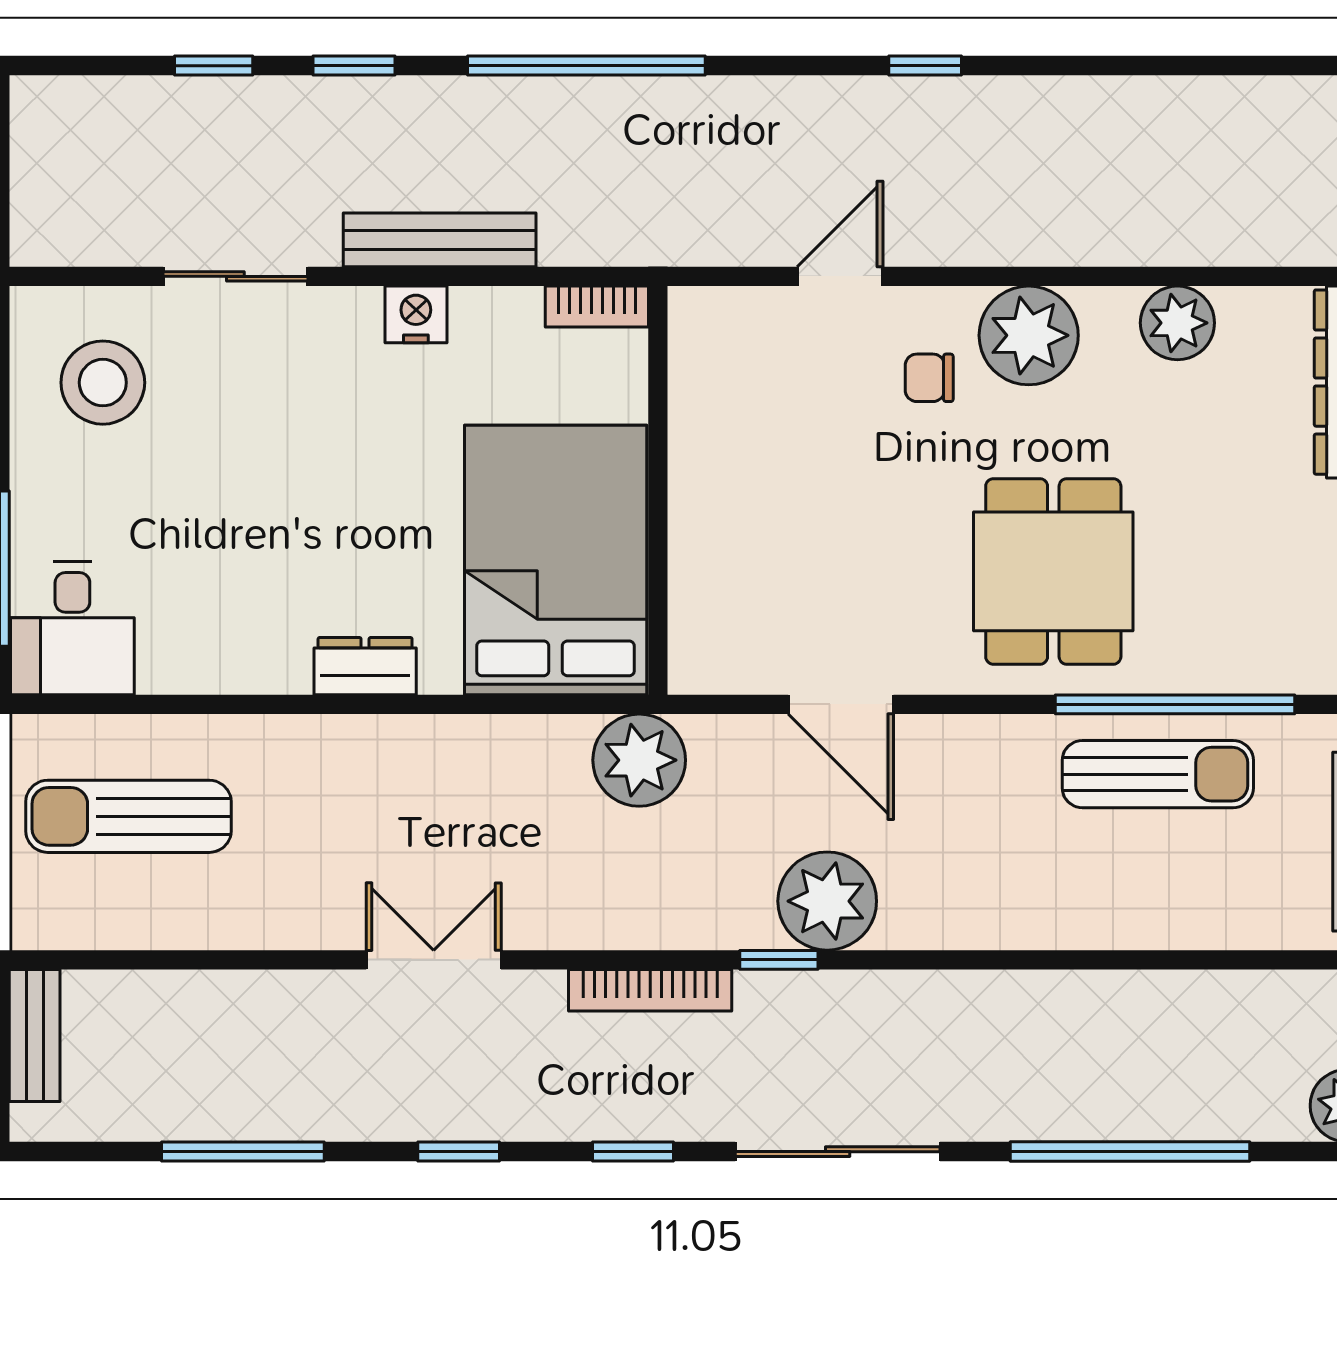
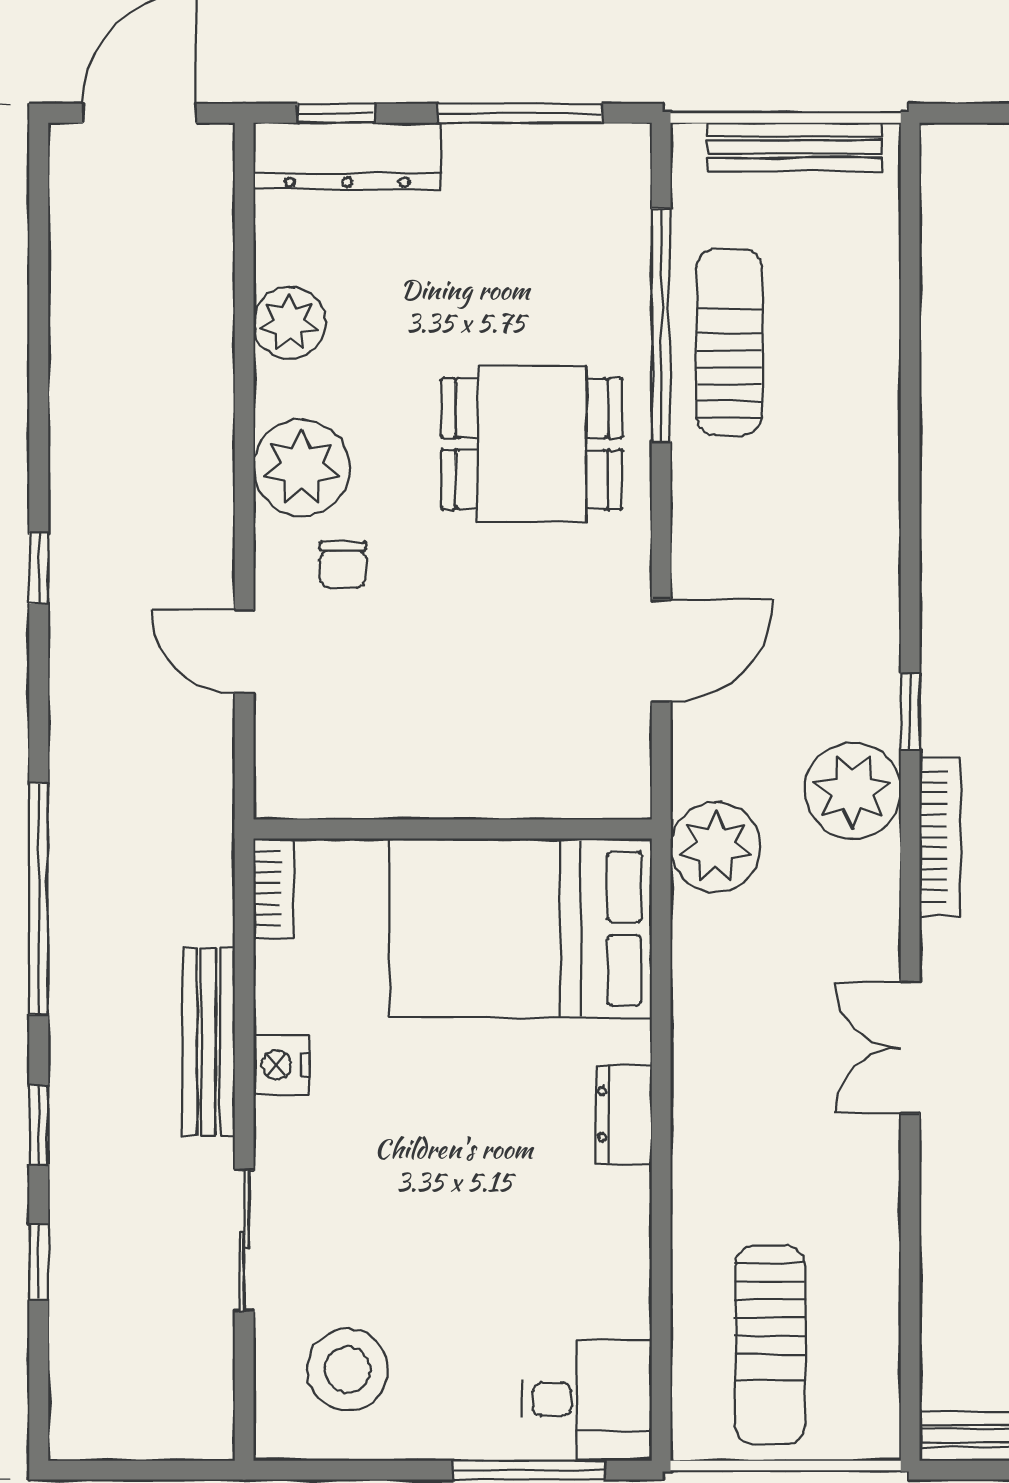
plant: (827, 901) -> (853, 791), moved

